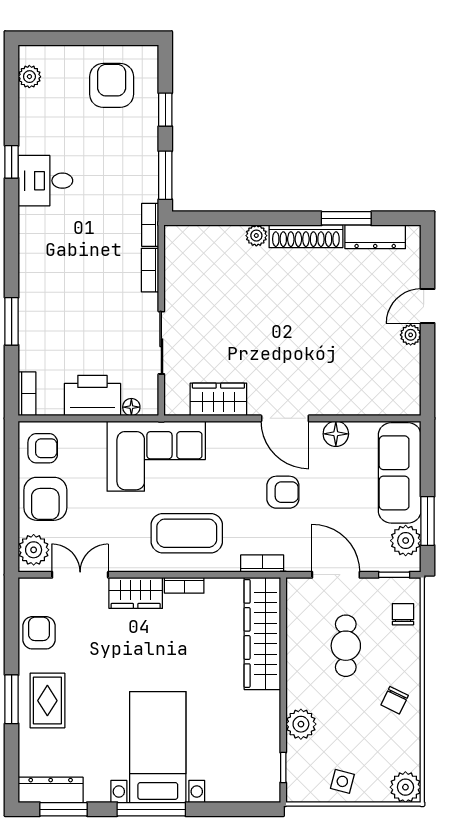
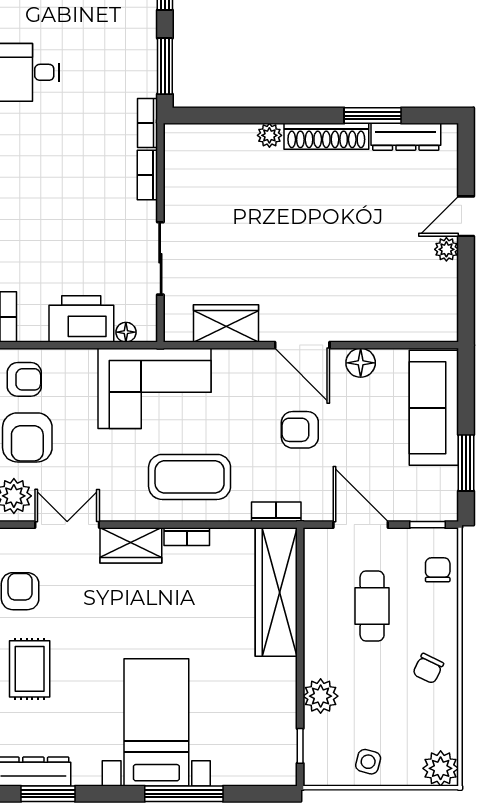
armchair: (283, 492) -> (300, 430), turned 180
plant: (406, 541) -> (441, 485), removed
window: (151, 809) -> (184, 794), moved

